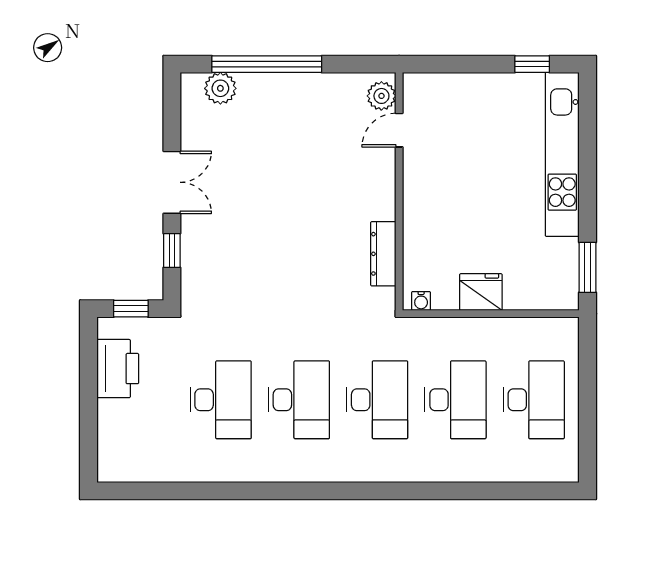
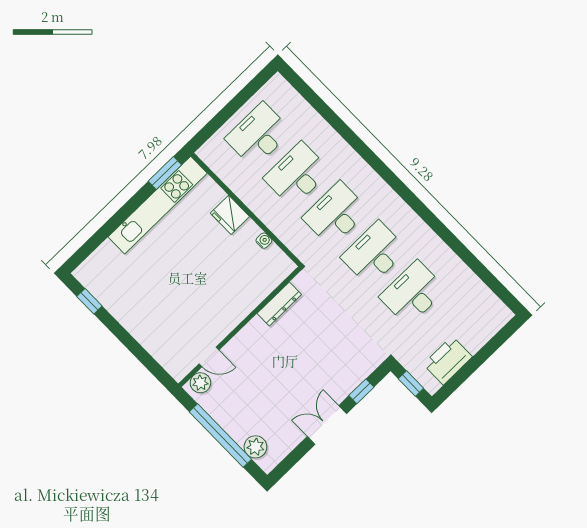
plant: (381, 96) -> (200, 383), moved
door: (399, 130) -> (209, 357), moved
kitchen unit: (562, 154) -> (158, 205), moved
wall: (399, 191) -> (240, 327), moved
dresser: (383, 254) -> (279, 304), moved

